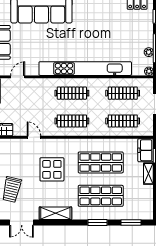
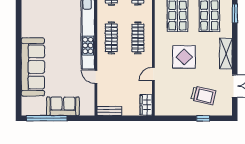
door: (18, 77) -> (96, 77), moved

